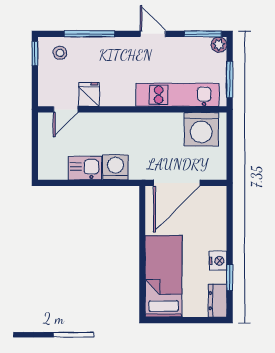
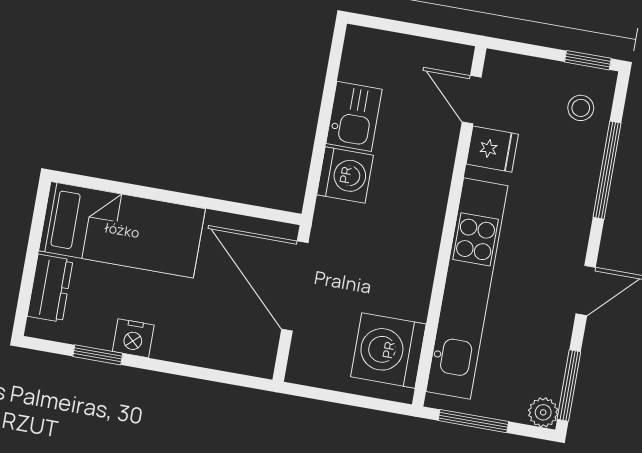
kitchen unit: (178, 95) -> (467, 289), width x1.36
dresser: (217, 301) -> (50, 288), moved, turned 90

